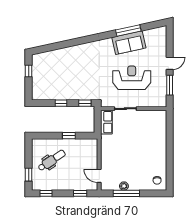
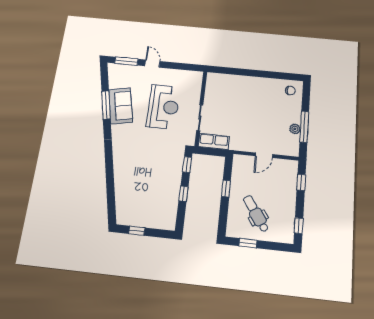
reception desk: (132, 78) -> (163, 107), turned 180
window: (170, 85) -> (126, 61), moved
window: (29, 175) -> (248, 243), moved
door: (99, 176) -> (264, 155), moved

